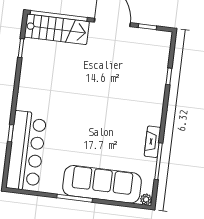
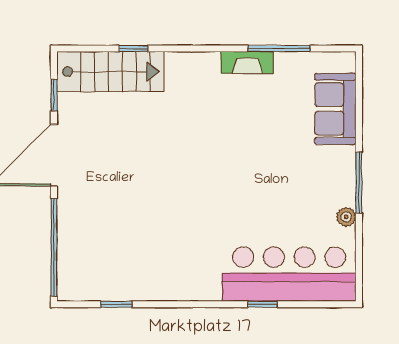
stairs: (57, 29) -> (110, 72), moved, turned 90
sofa: (102, 184) -> (335, 109), width x0.54, depth x0.79
plant: (146, 199) -> (346, 217), moved

